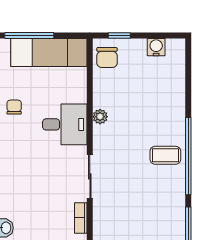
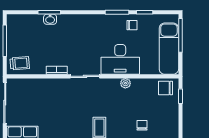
water cooler: (156, 47) -> (173, 121), removed
chair: (162, 92) -> (142, 125), added
desk: (65, 124) -> (120, 59), width x1.37

